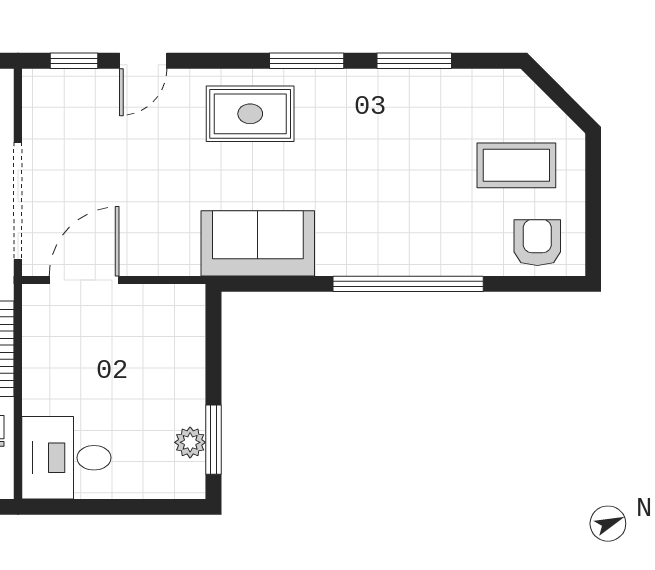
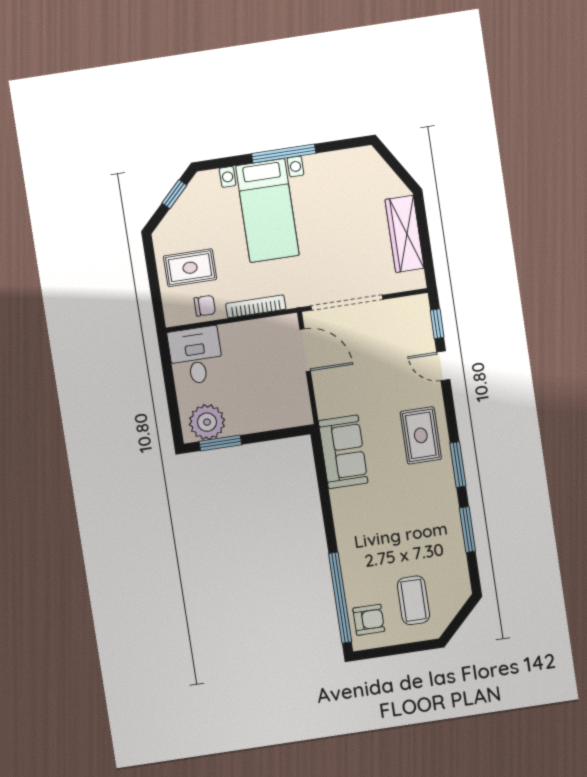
window: (408, 284) -> (340, 598), moved
plant: (190, 442) -> (207, 422), width x1.88, depth x1.88

